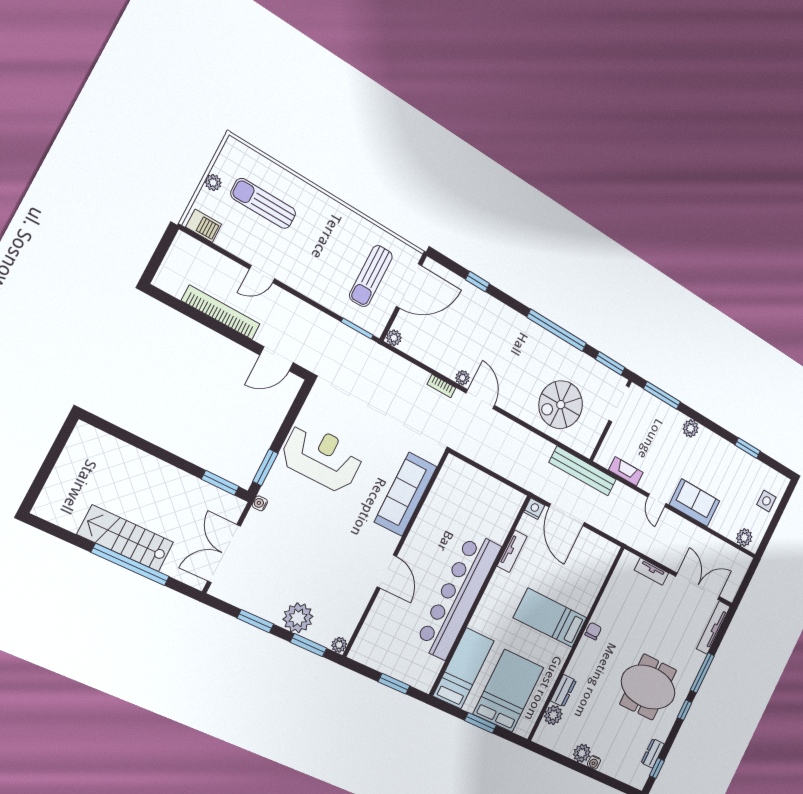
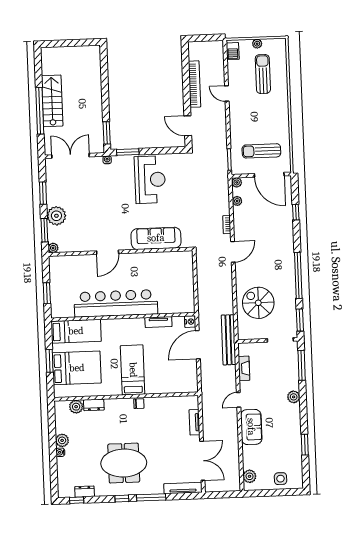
plant: (462, 378) -> (237, 201), moved
meeting table: (648, 687) -> (124, 463), turned 90

